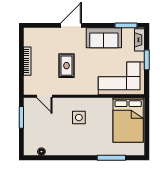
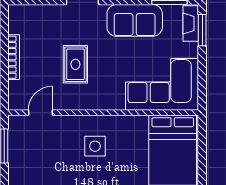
window: (147, 60) -> (202, 30), moved
door: (44, 96) -> (40, 113), swing flipped

